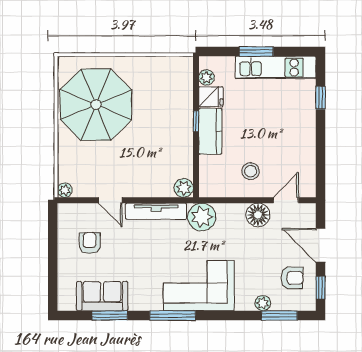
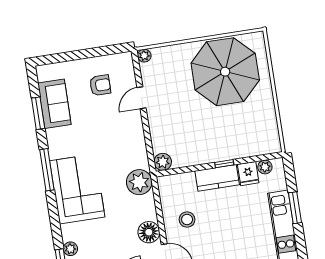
tv unit: (156, 211) -> (138, 140), removed

